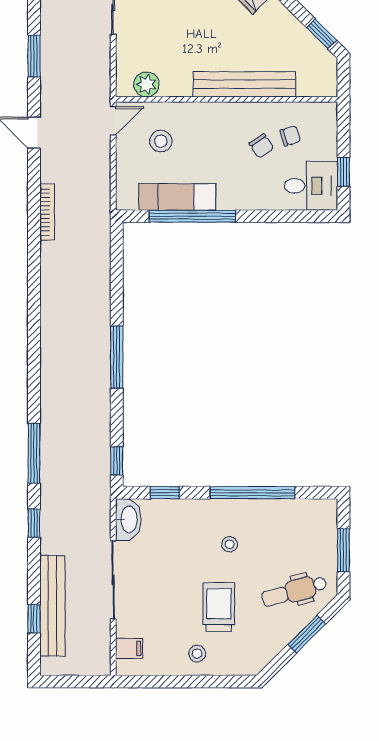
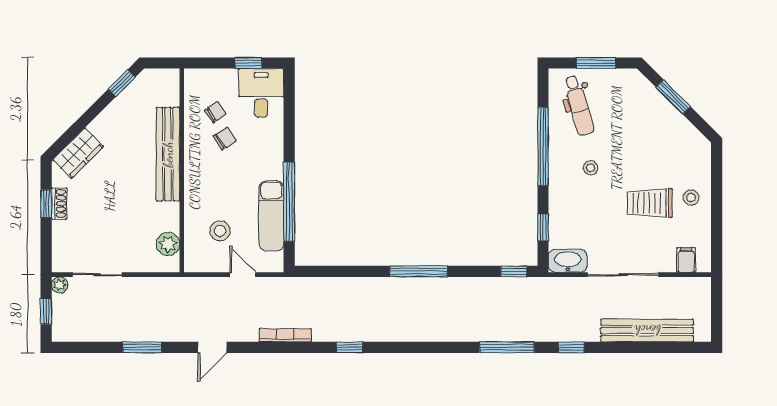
door: (113, 121) -> (243, 275), moved
chair: (290, 136) -> (215, 112), turned 72
dental chair: (294, 591) -> (579, 105), moved
trolley: (219, 607) -> (650, 203), moved
window: (34, 619) -> (349, 347), moved

